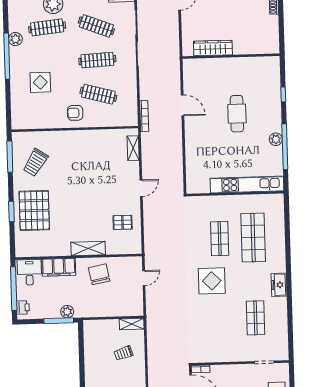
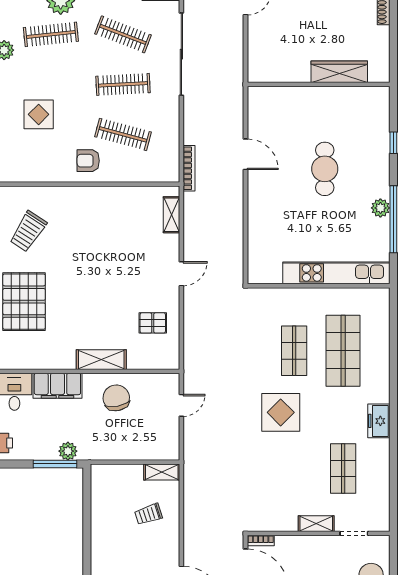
wardrobe: (213, 48) -> (339, 72), moved
shelving: (238, 356) -> (316, 524), added

